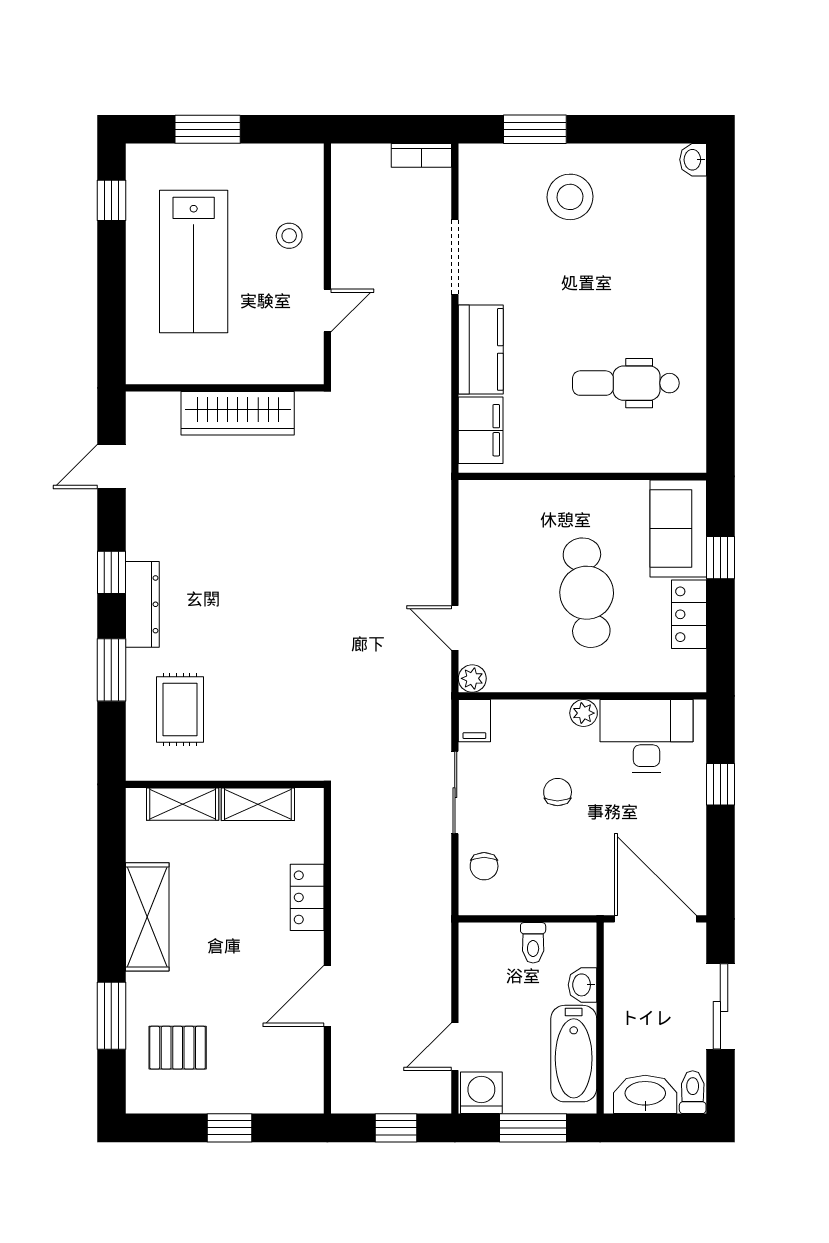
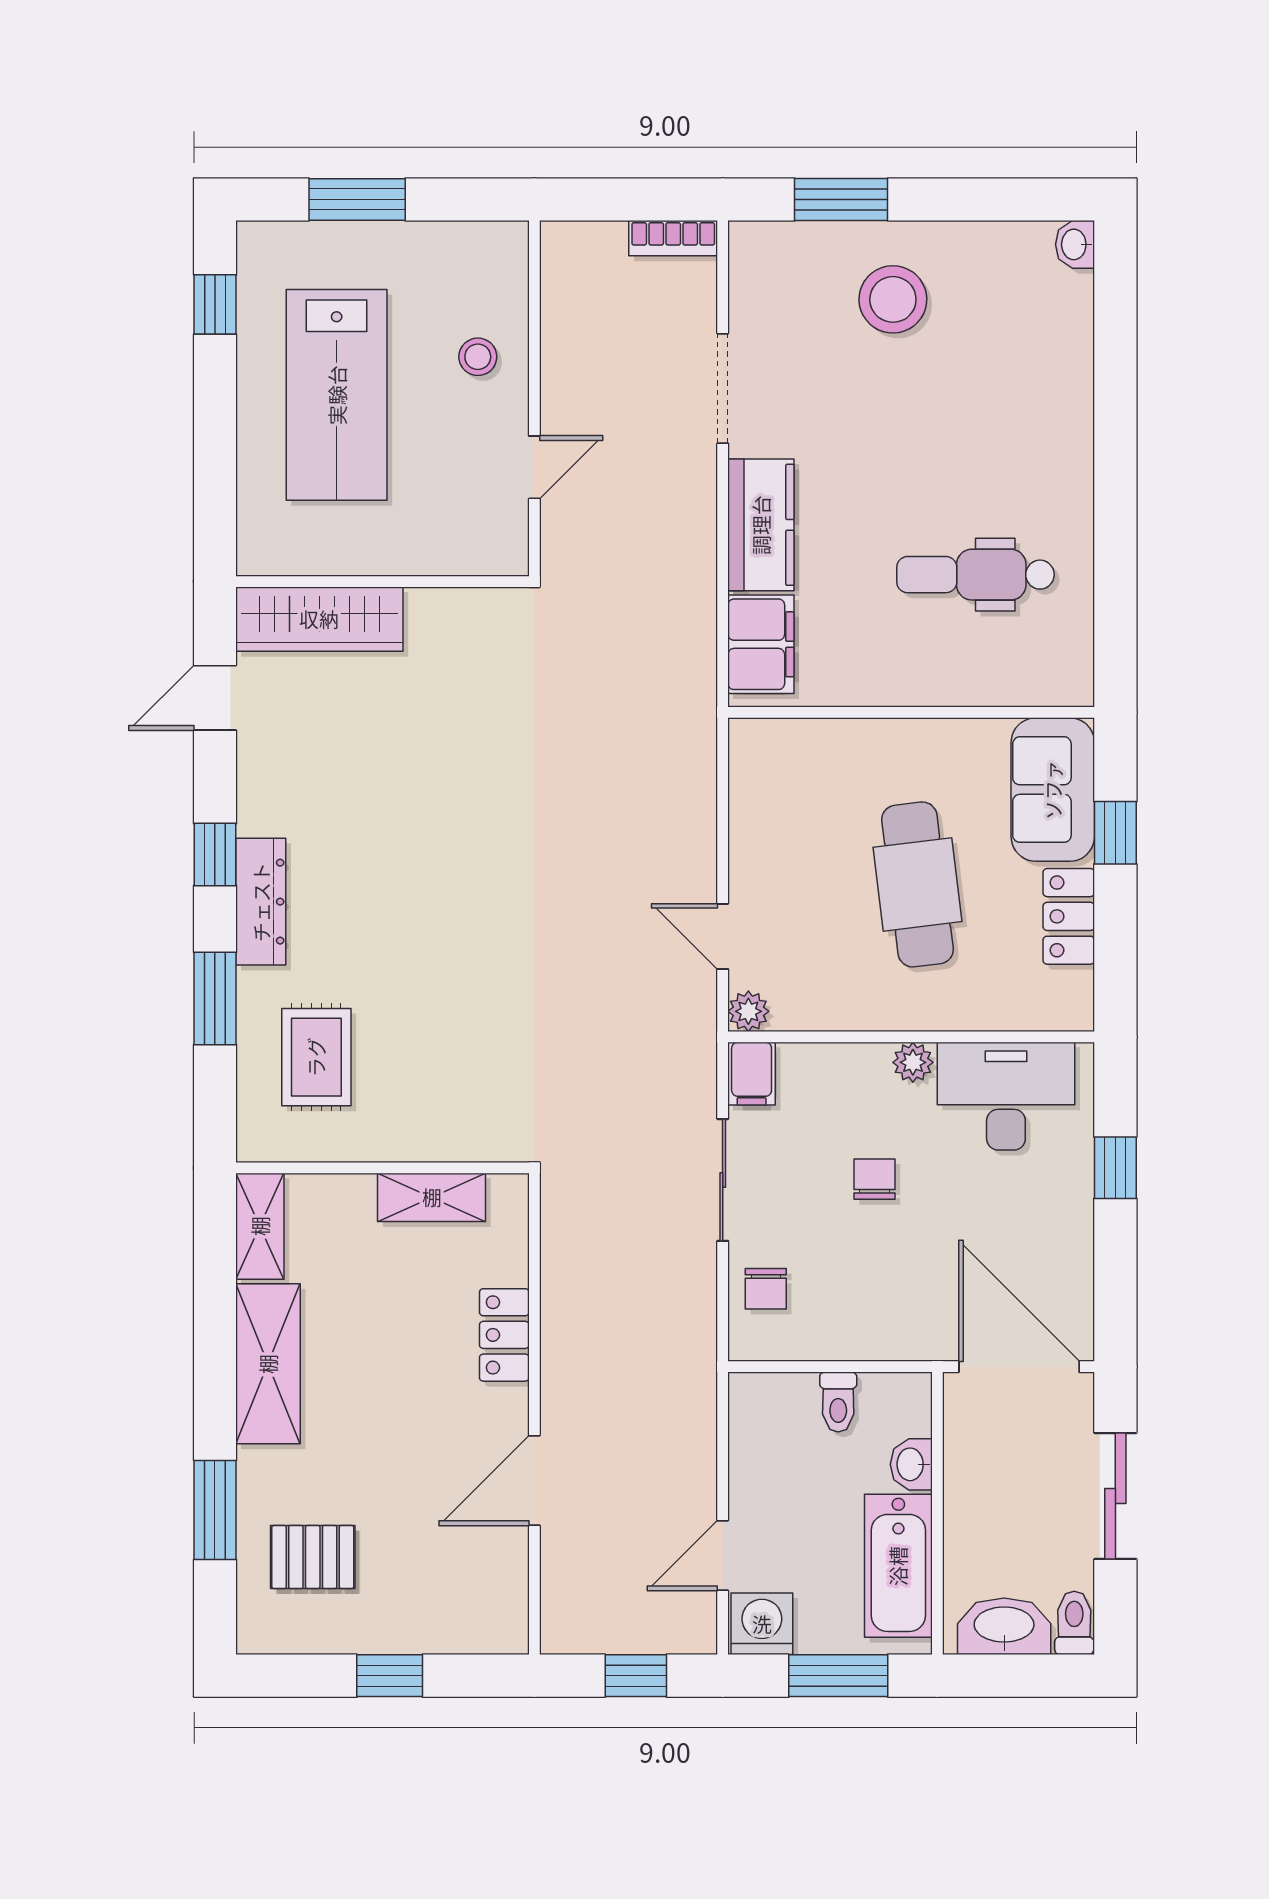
wardrobe: (238, 413) -> (319, 619), moved
shelving: (183, 804) -> (260, 1226), moved, turned 90

